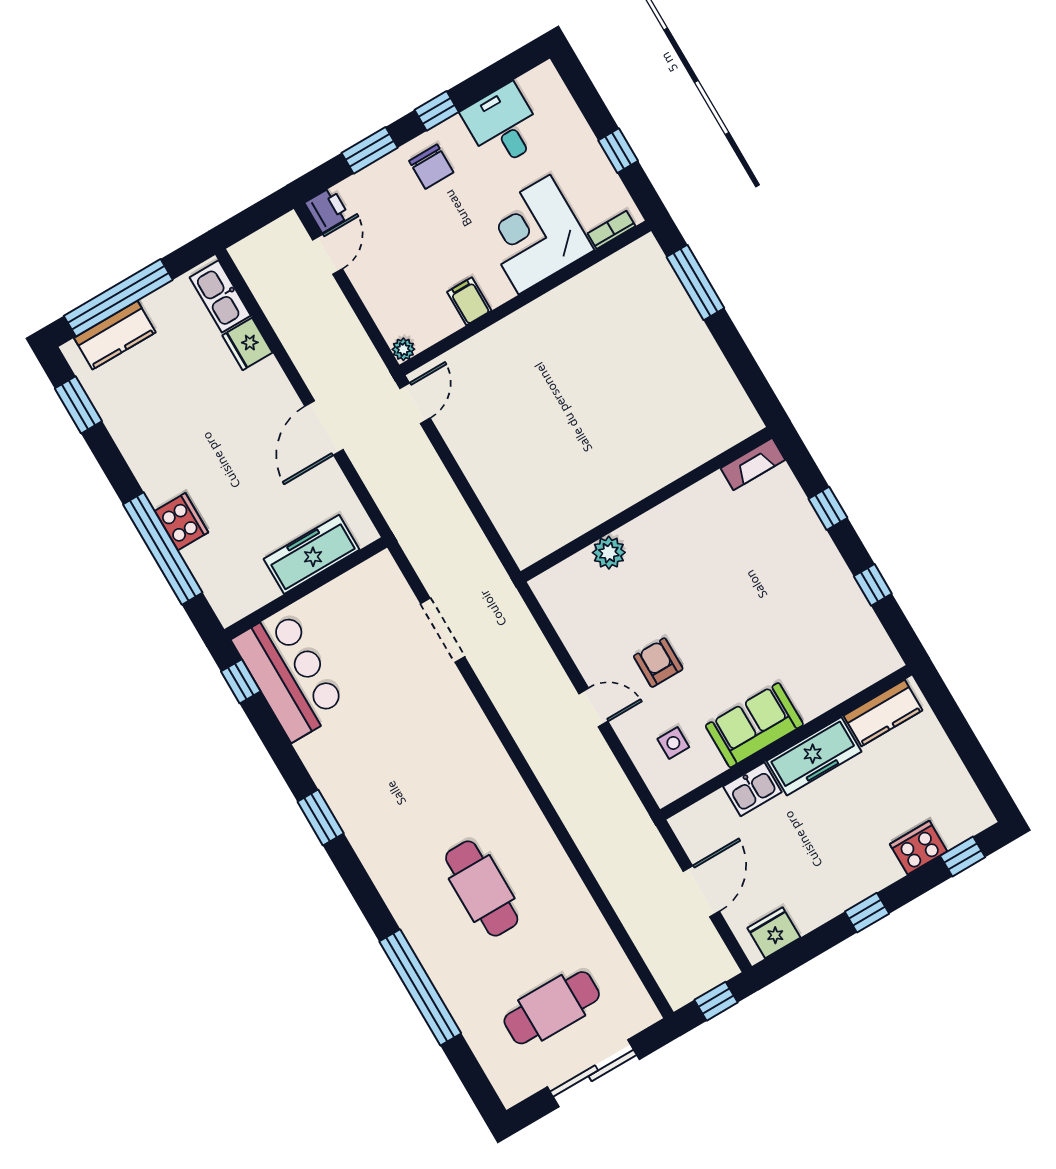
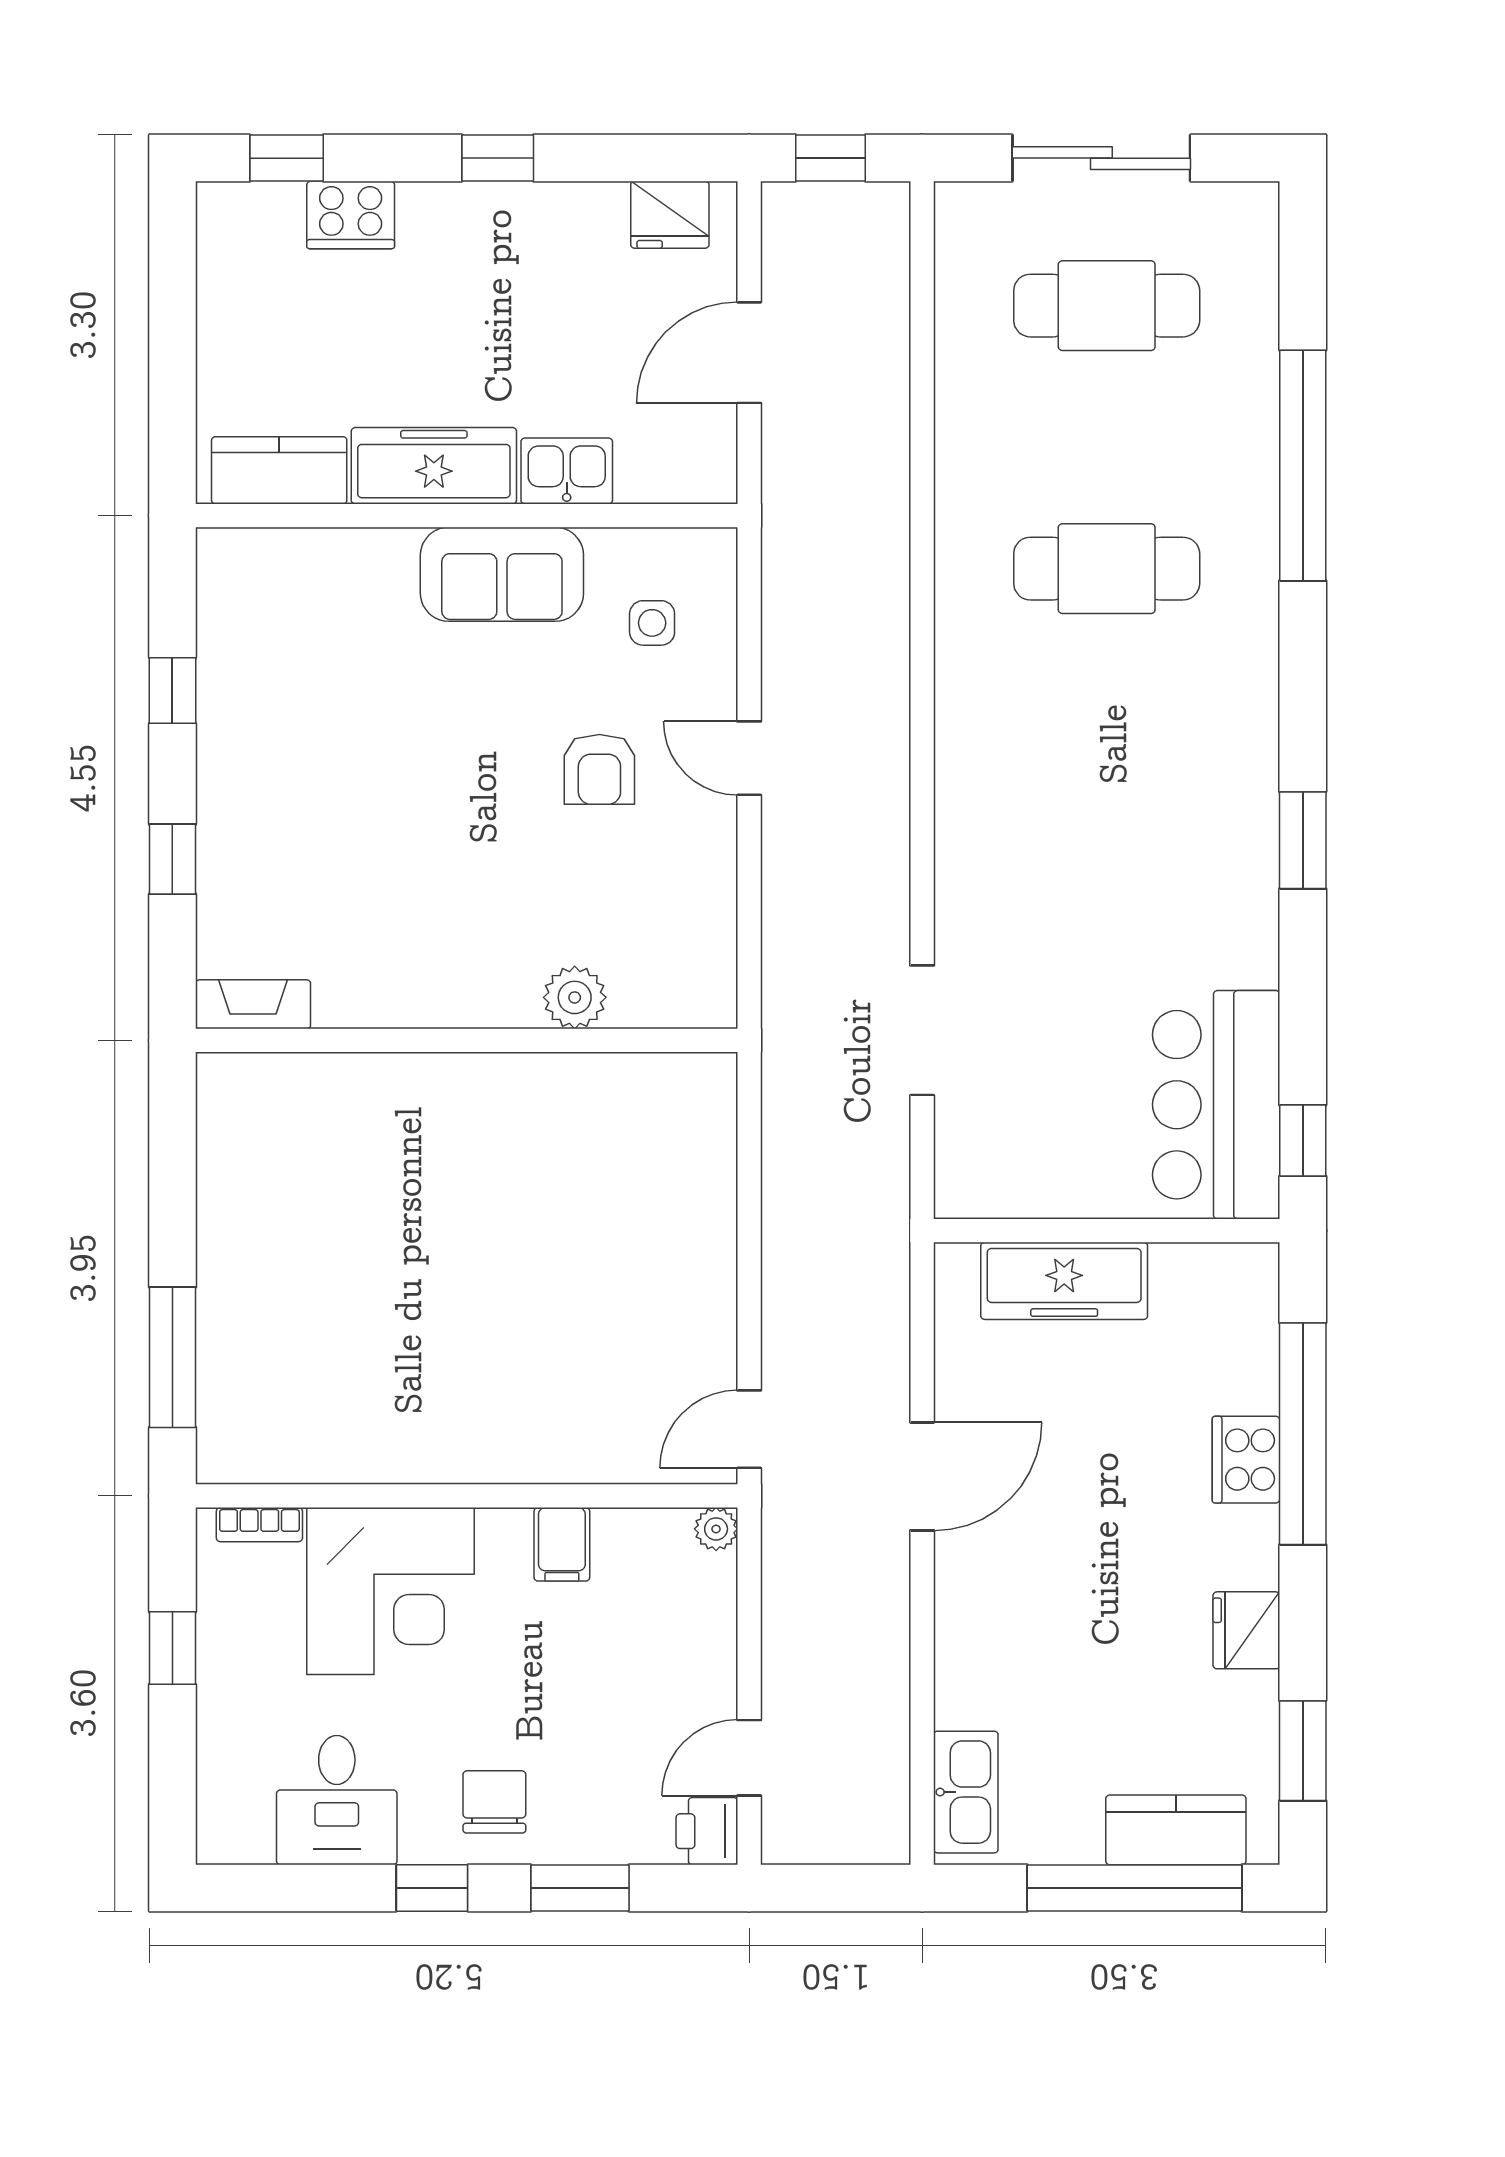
fridge: (247, 344) -> (1246, 1630), moved, turned 180
cafe table: (482, 889) -> (1107, 569), turned 90

